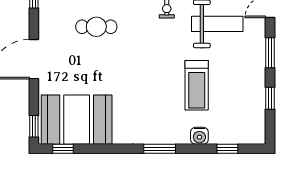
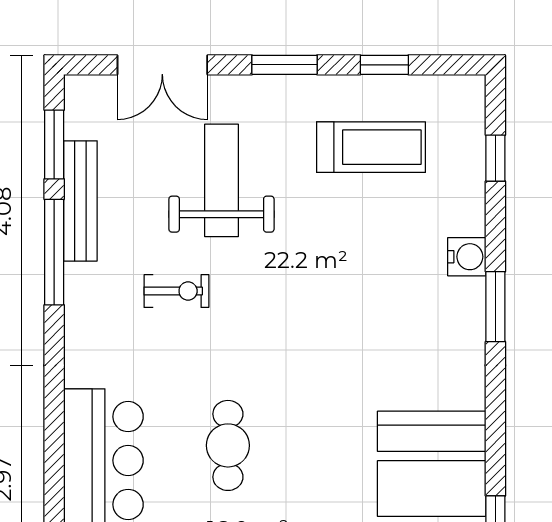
treadmill: (197, 85) -> (371, 147), moved
water cooler: (199, 136) -> (467, 257), moved

